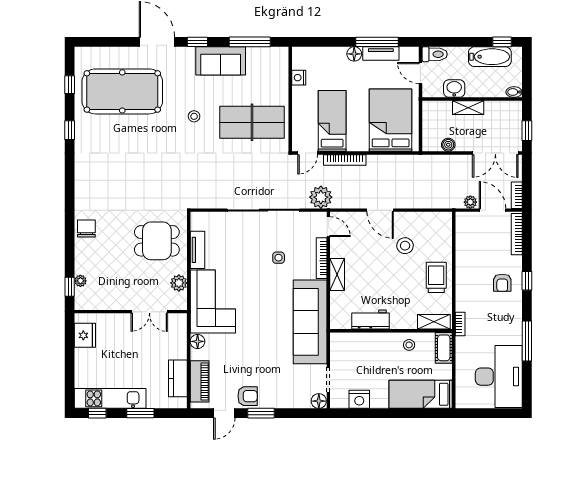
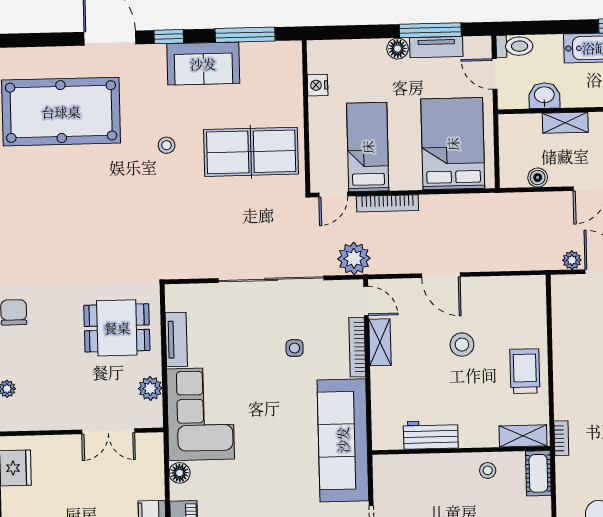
stool: (405, 246) -> (462, 345), moved
shelving: (337, 275) -> (380, 342), moved

